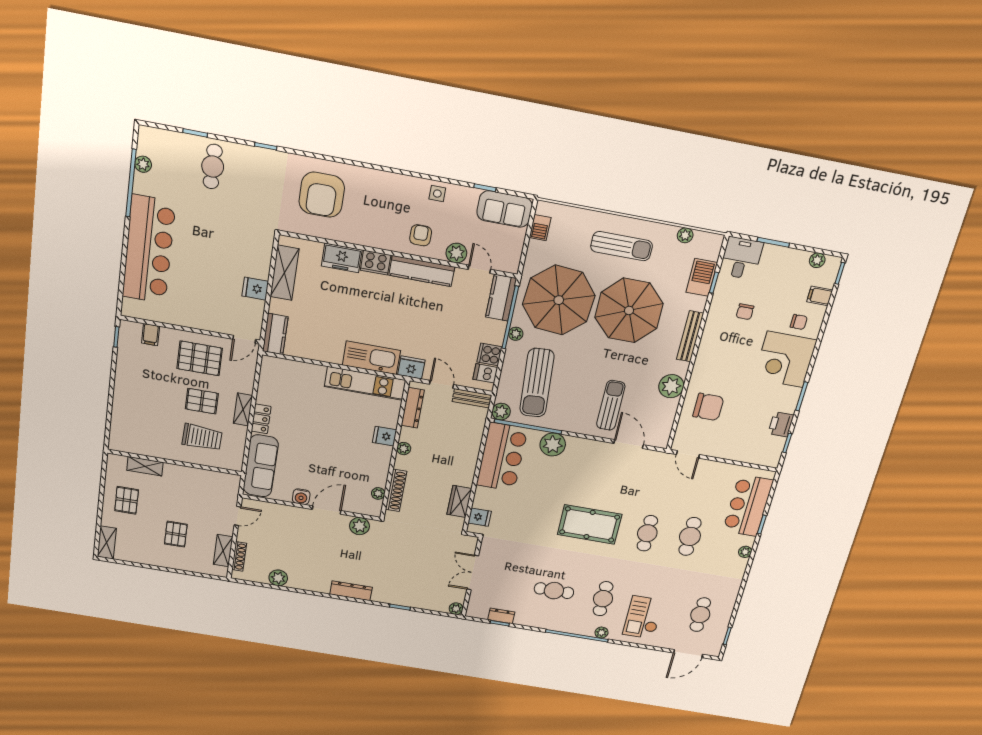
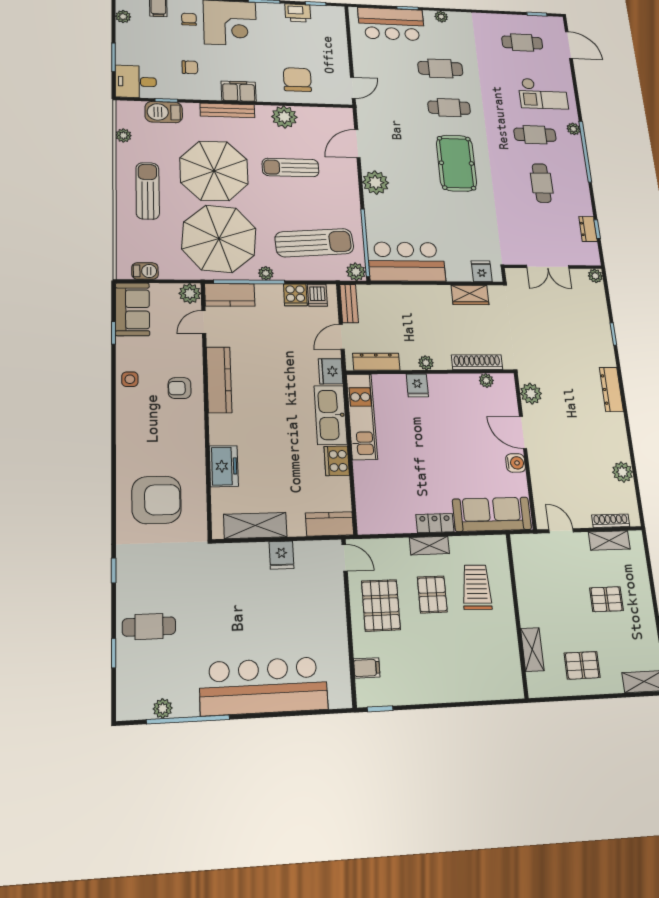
plant: (456, 253) -> (190, 293), moved
cooker: (376, 263) -> (337, 461), moved, turned 180
filing cabinet: (708, 351) -> (239, 91), added
sun lounger: (611, 405) -> (291, 167), moved
plant: (553, 444) -> (376, 183), moved

